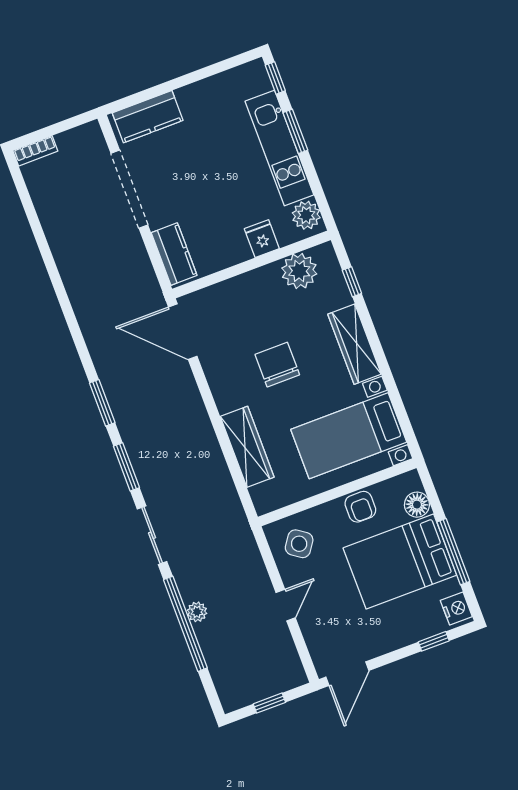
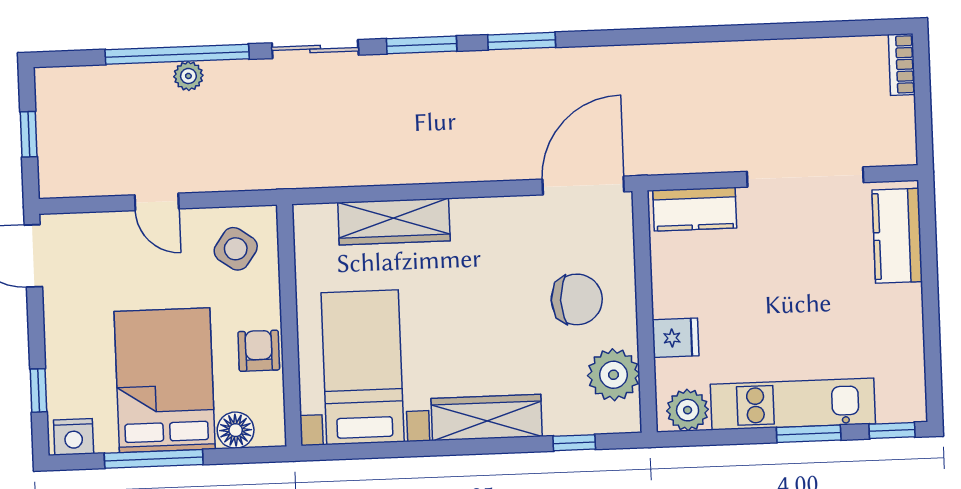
chair: (277, 365) -> (577, 299), moved
armchair: (360, 507) -> (259, 351), turned 90

